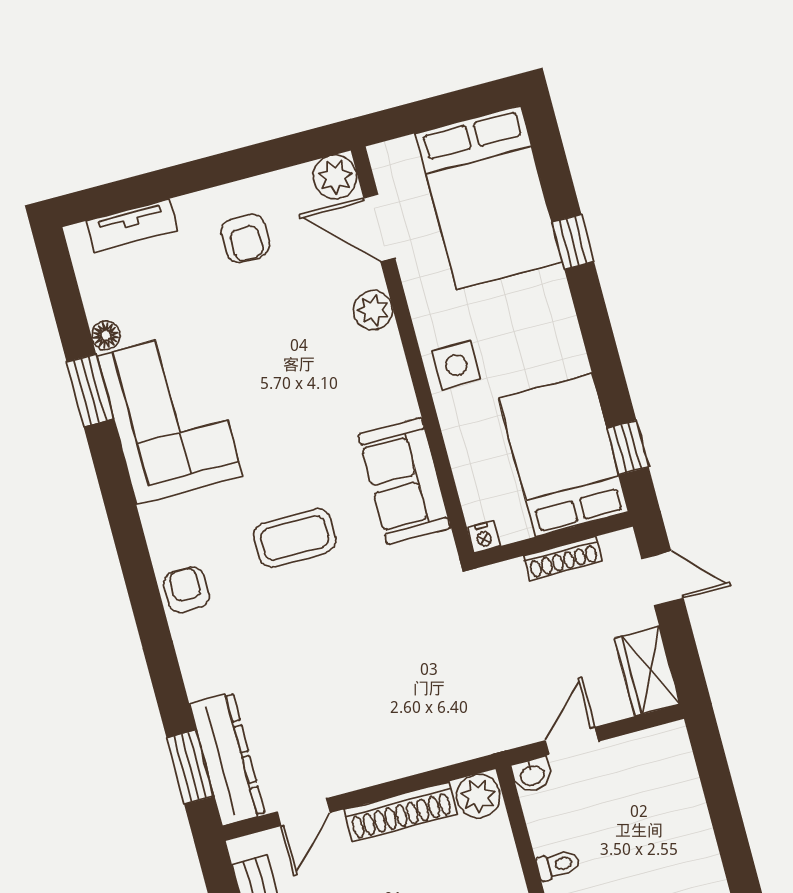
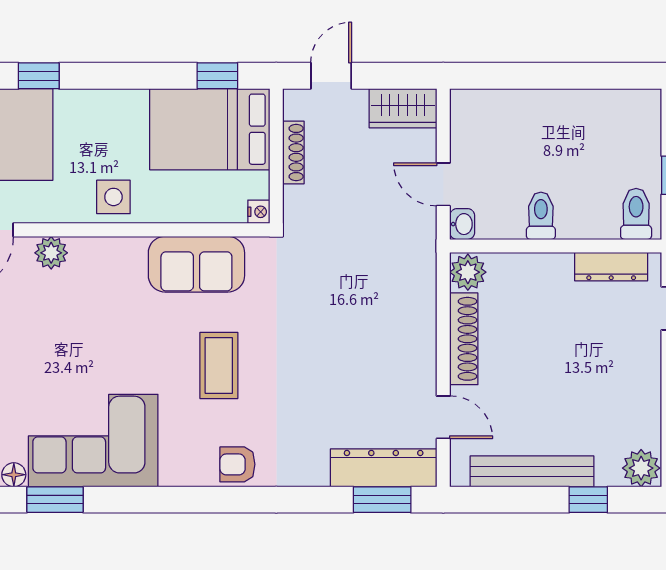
toilet: (558, 865) -> (541, 216), width x1.37, depth x1.39

